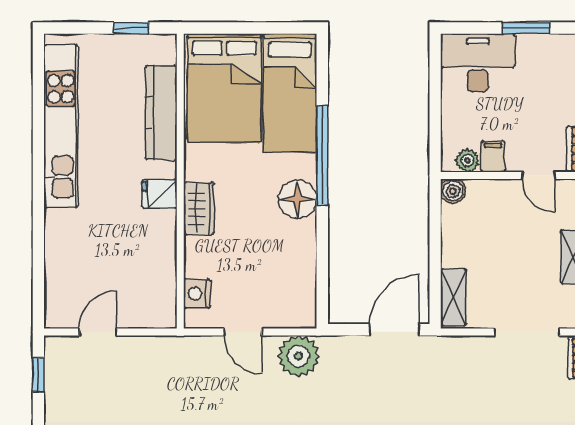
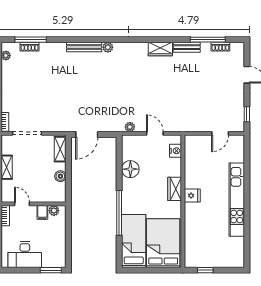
window: (526, 28) -> (51, 270), moved
desk: (478, 63) -> (25, 255), moved
kitchen counter: (161, 113) -> (192, 232), removed
kitchen unit: (61, 126) -> (237, 200), moved
boiler: (453, 191) -> (60, 176), moved
floor lamp: (297, 199) -> (130, 169), moved
plant: (298, 356) -> (130, 127), width x0.53, depth x0.53

